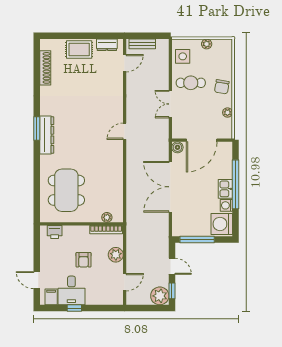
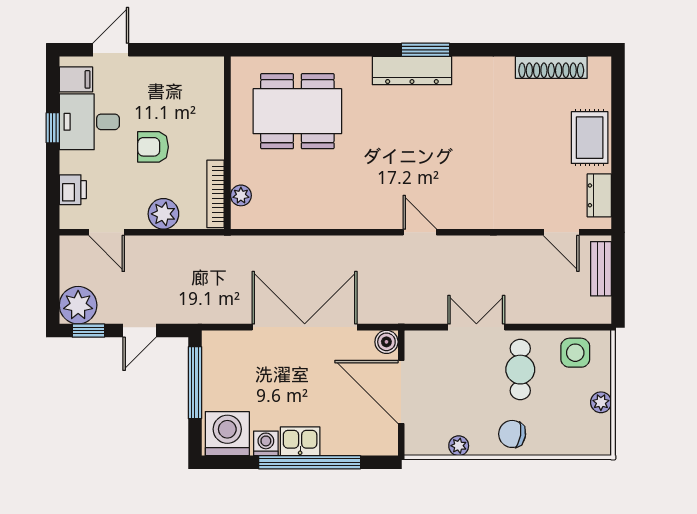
printer: (55, 232) -> (73, 190), moved, turned 180

